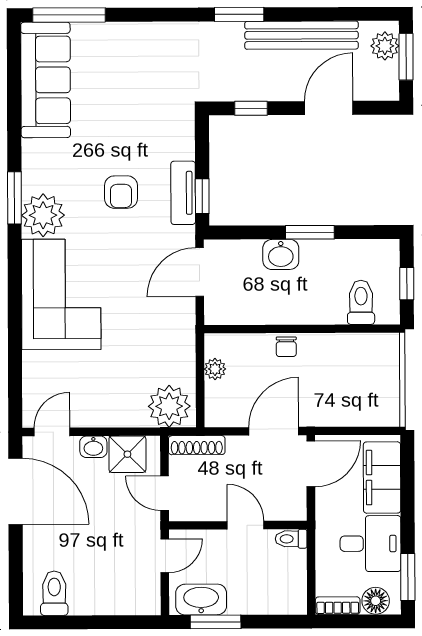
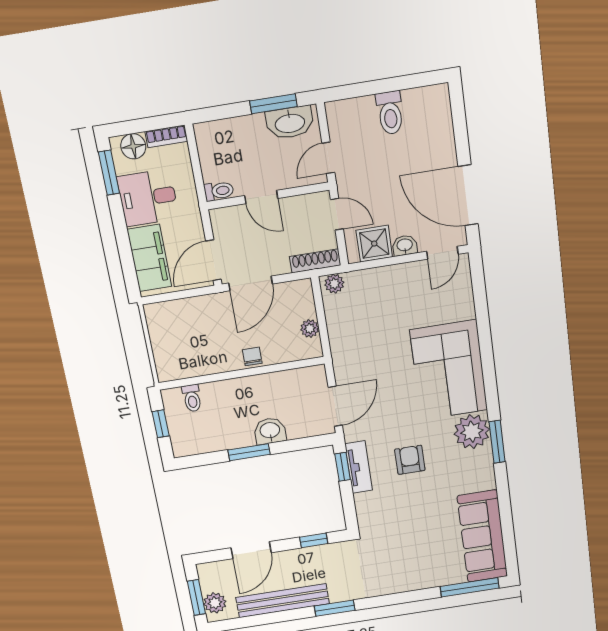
toilet: (361, 302) -> (192, 398), width x0.73, depth x0.72
plant: (169, 406) -> (334, 284), width x0.53, depth x0.53
toilet: (54, 593) -> (390, 113), moved

